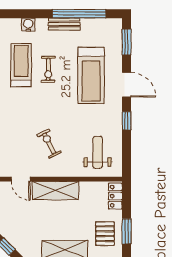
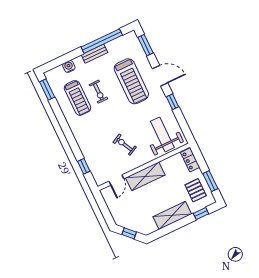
treadmill: (21, 65) -> (78, 98), turned 180
weight bench: (98, 152) -> (162, 134), width x1.36, depth x1.33
door: (21, 179) -> (116, 180), hinge flipped

